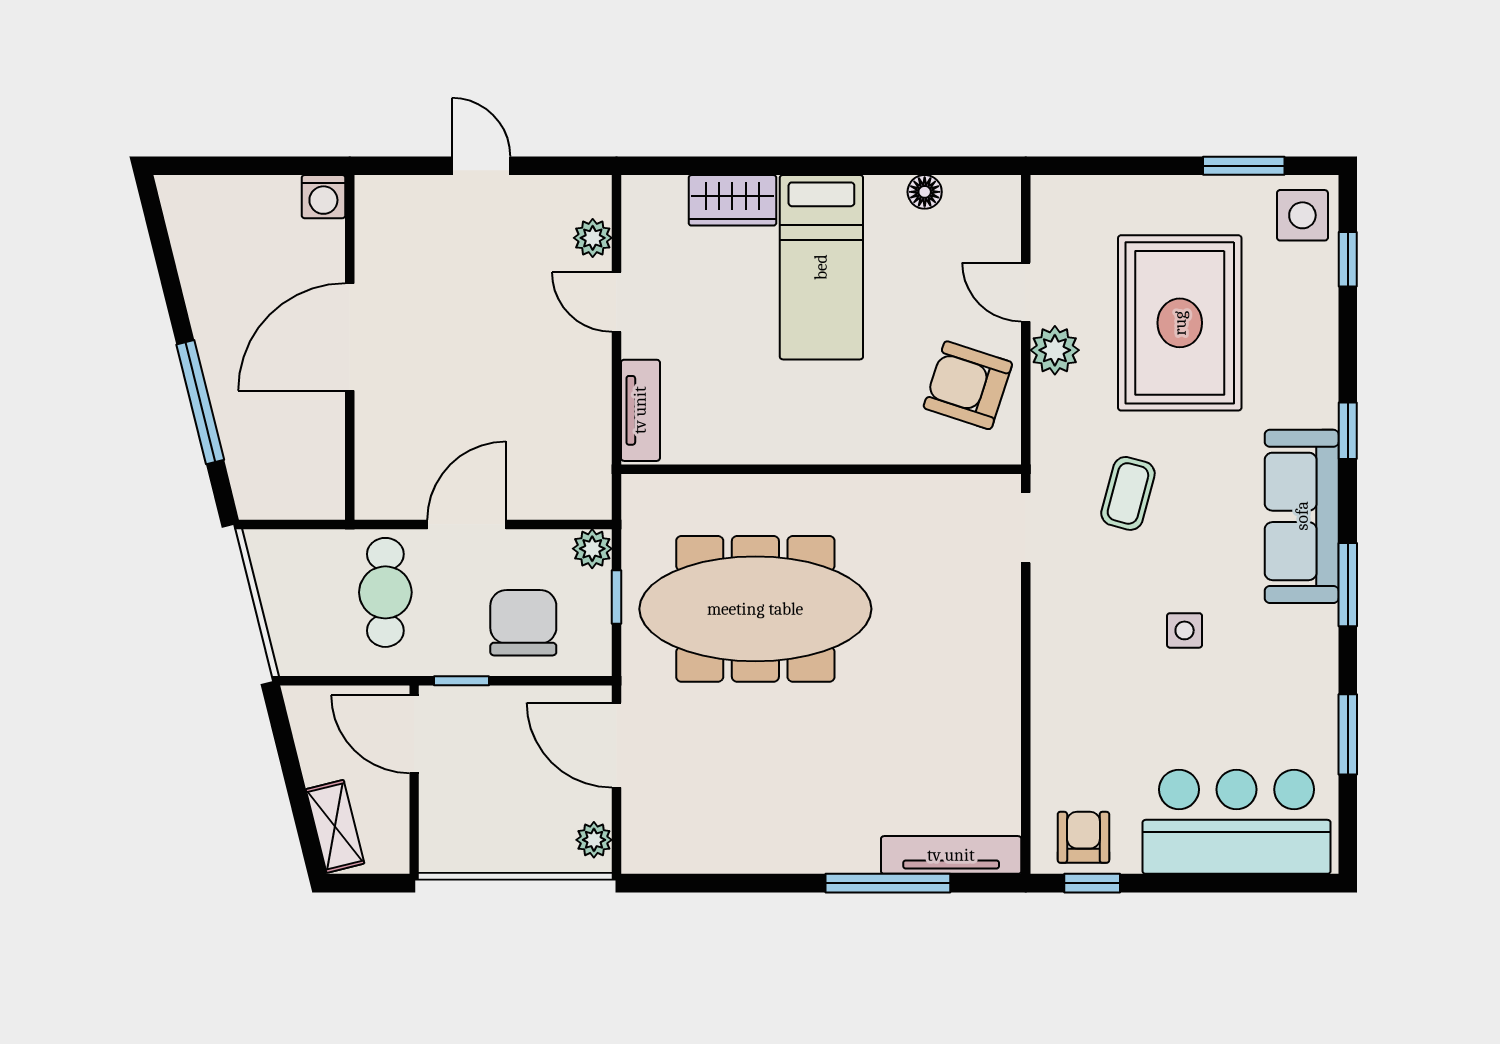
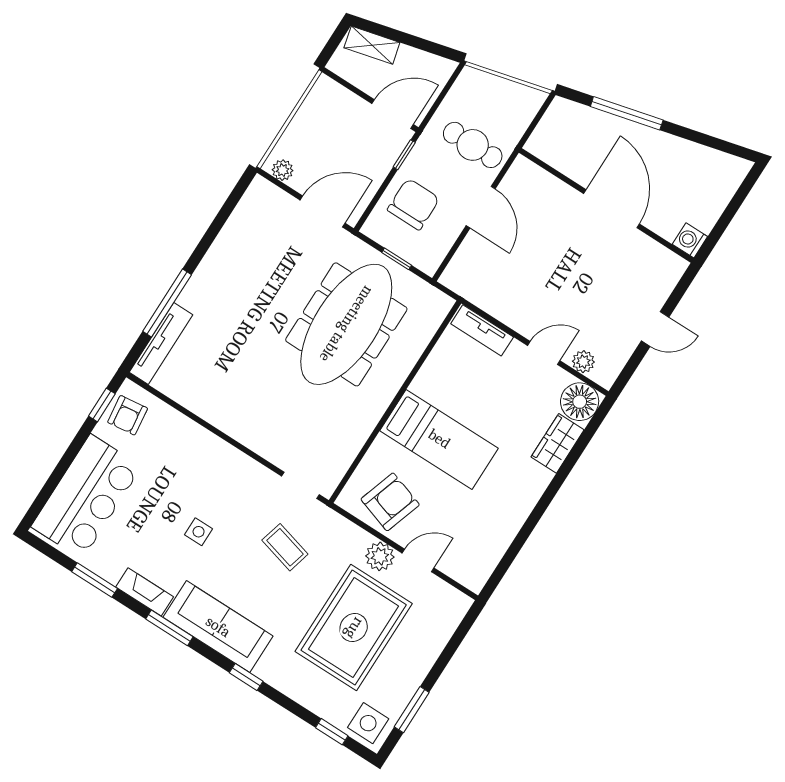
floor lamp: (925, 192) -> (580, 402), moved, width x1.89, depth x1.89
bed: (821, 267) -> (439, 439), moved, turned 180
rug: (1180, 323) -> (354, 628), turned 90
plant: (592, 549) -> (428, 262), removed
chair: (523, 623) -> (413, 204), turned -90
fireplace: (1319, 652) -> (145, 592), added
armchair: (1083, 837) -> (128, 415), turned 83

